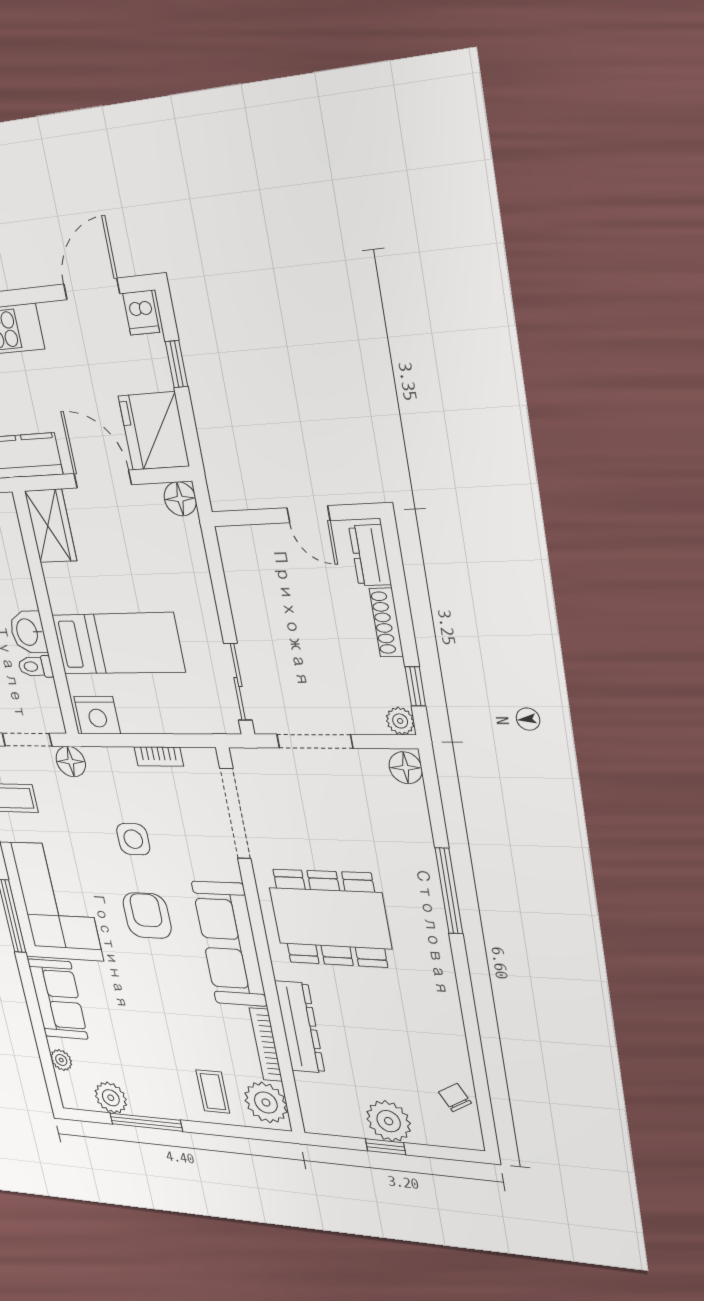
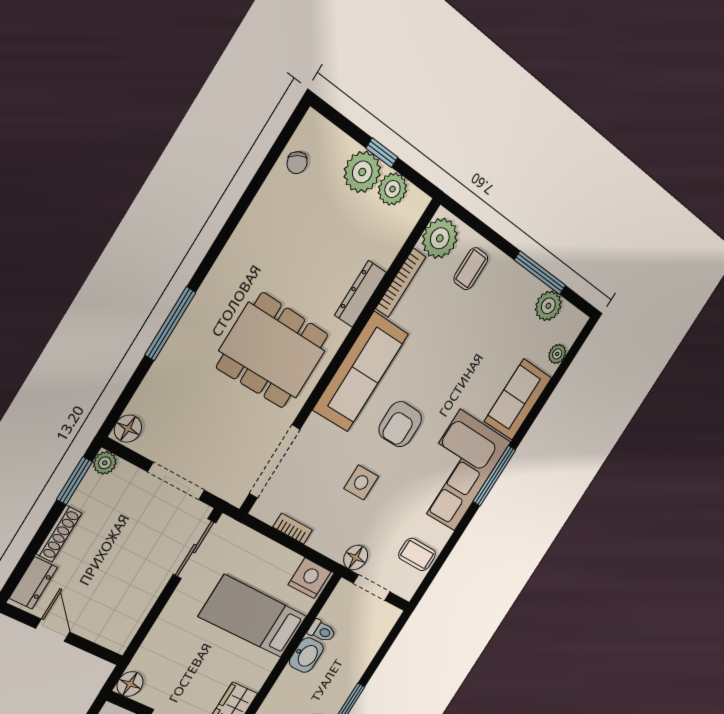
window: (415, 686) -> (74, 481), width x1.50
dresser: (300, 1027) -> (360, 294), width x0.73, depth x0.80
plant: (348, 1121) -> (392, 189), added

